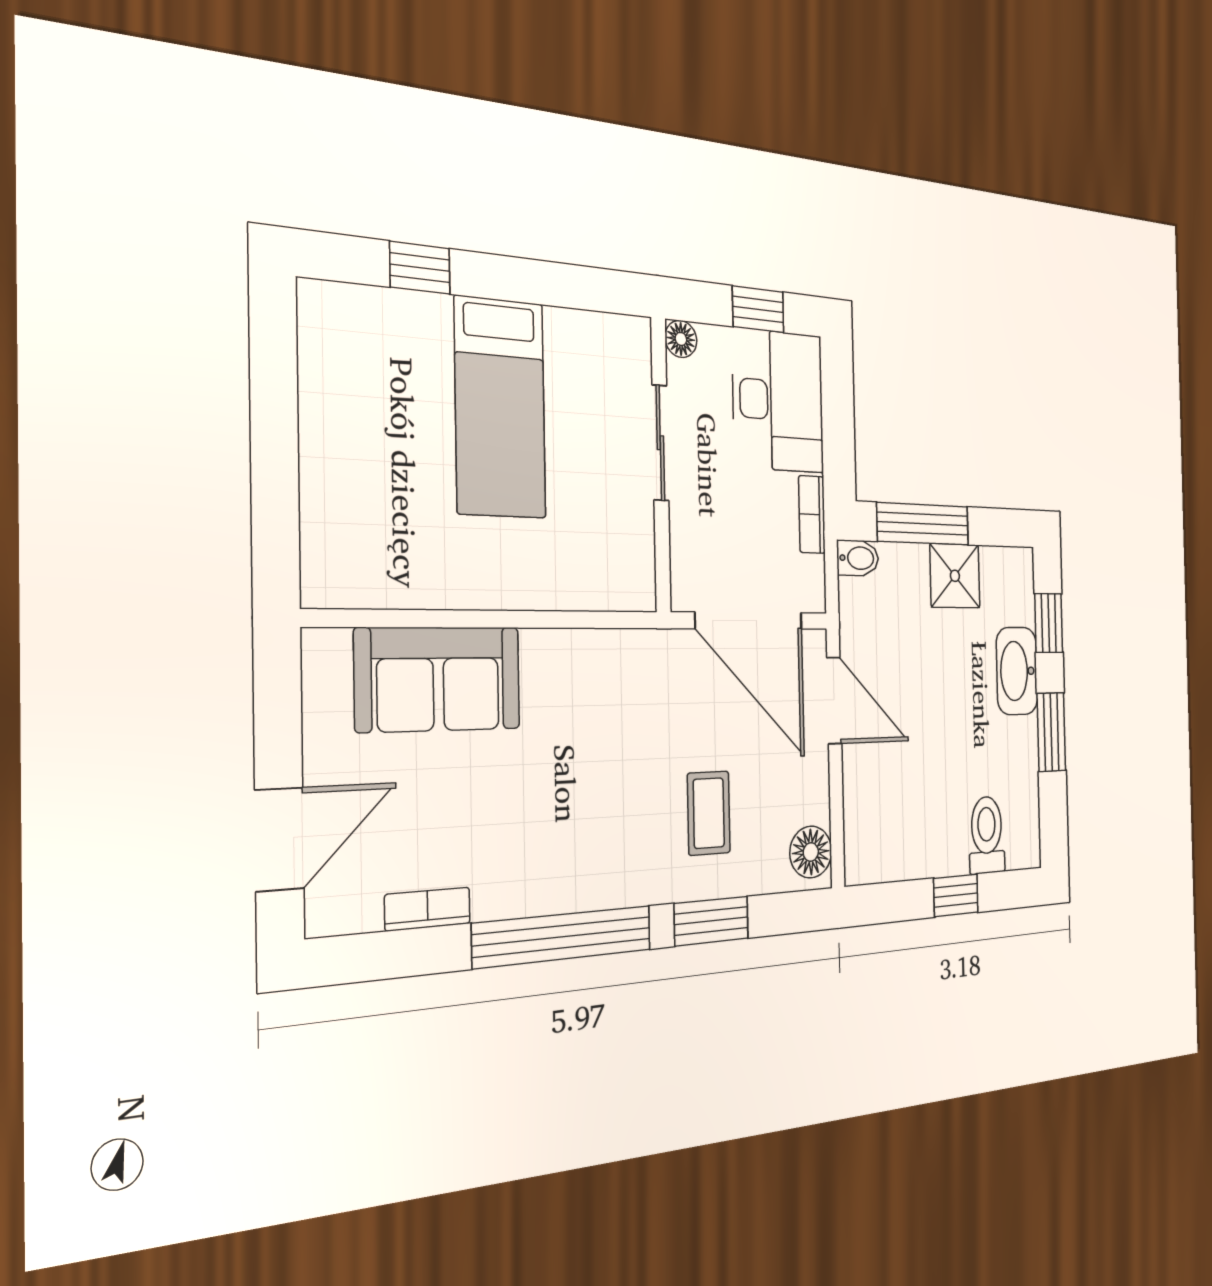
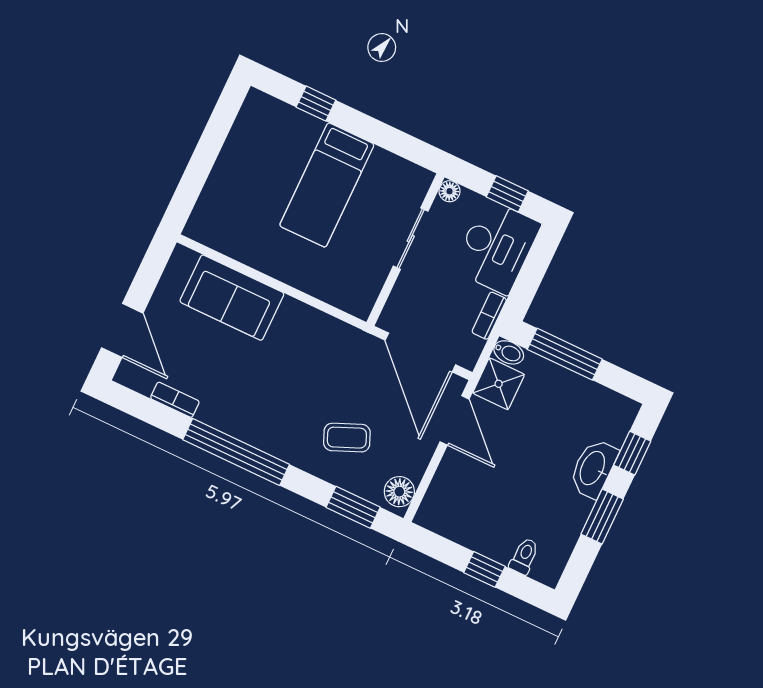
shower: (955, 576) -> (499, 384), moved
coffee table: (709, 813) -> (347, 438), turned 67
toilet: (987, 835) -> (524, 556), width x0.73, depth x0.72
door: (279, 839) -> (122, 330), hinge flipped
window: (711, 921) -> (353, 507), moved

